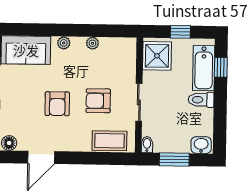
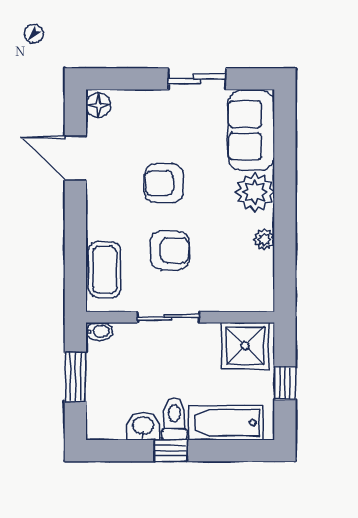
plant: (64, 43) -> (255, 192), width x1.88, depth x1.88
window: (221, 67) -> (171, 451), moved
armchair: (98, 101) -> (170, 250), turned 90
washbasin: (201, 145) -> (143, 426), moved, turned -90

